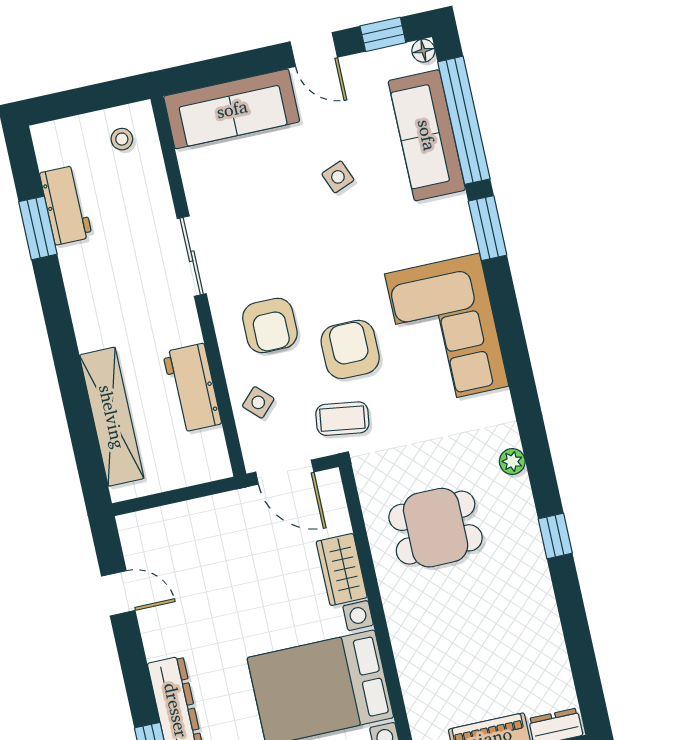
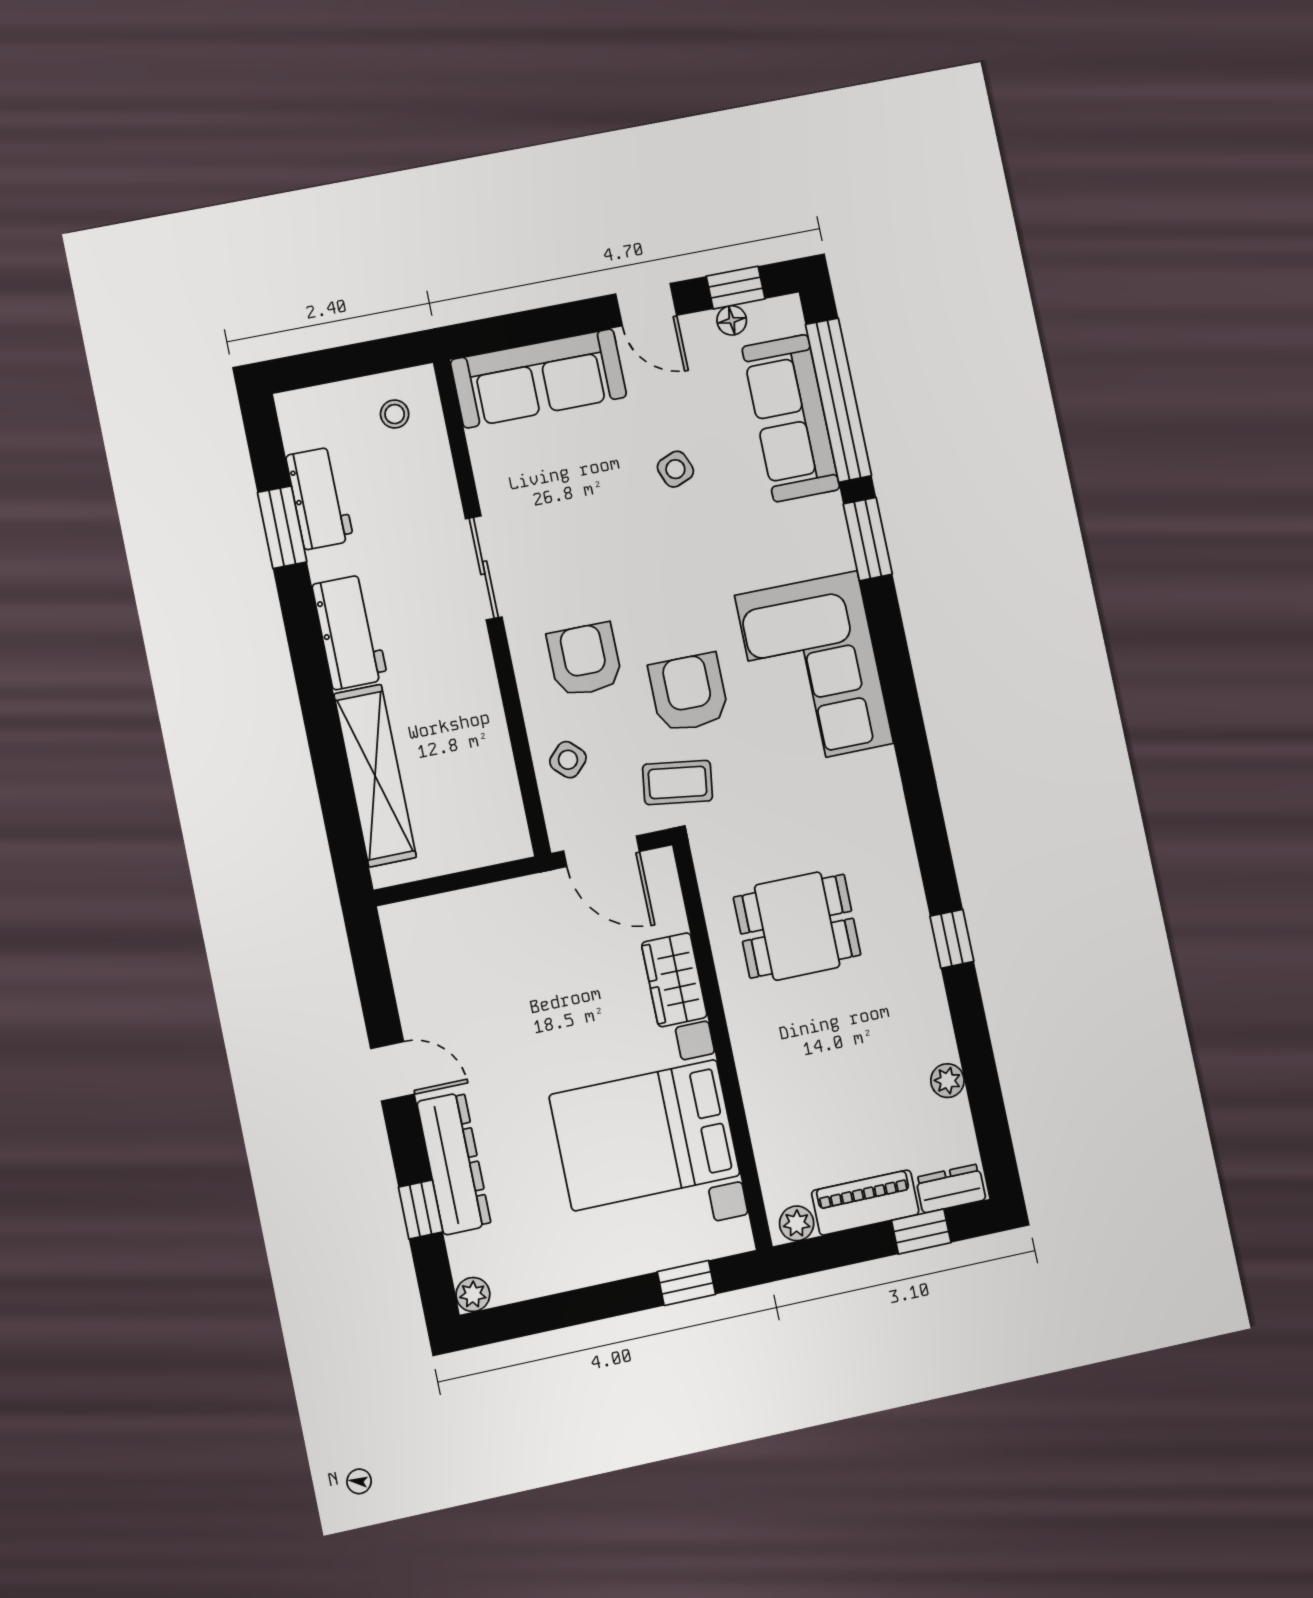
floor lamp: (423, 51) -> (732, 320), moved
armchair: (270, 325) -> (585, 660), turned 180
workbench: (192, 388) -> (350, 632), moved, turned 180
plant: (512, 461) -> (947, 1081), moved
door: (118, 593) -> (393, 1071), moved

